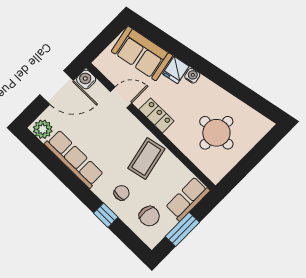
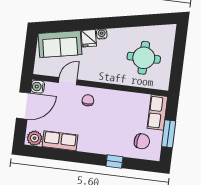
locker: (156, 115) -> (98, 76), removed
coffee table: (146, 158) -> (113, 107), removed
row of seats: (74, 159) -> (60, 141), width x0.68
chair: (122, 193) -> (88, 100), moved

